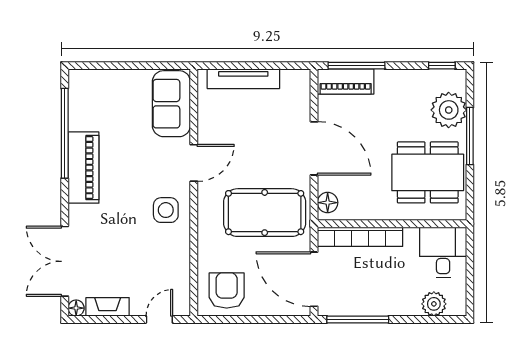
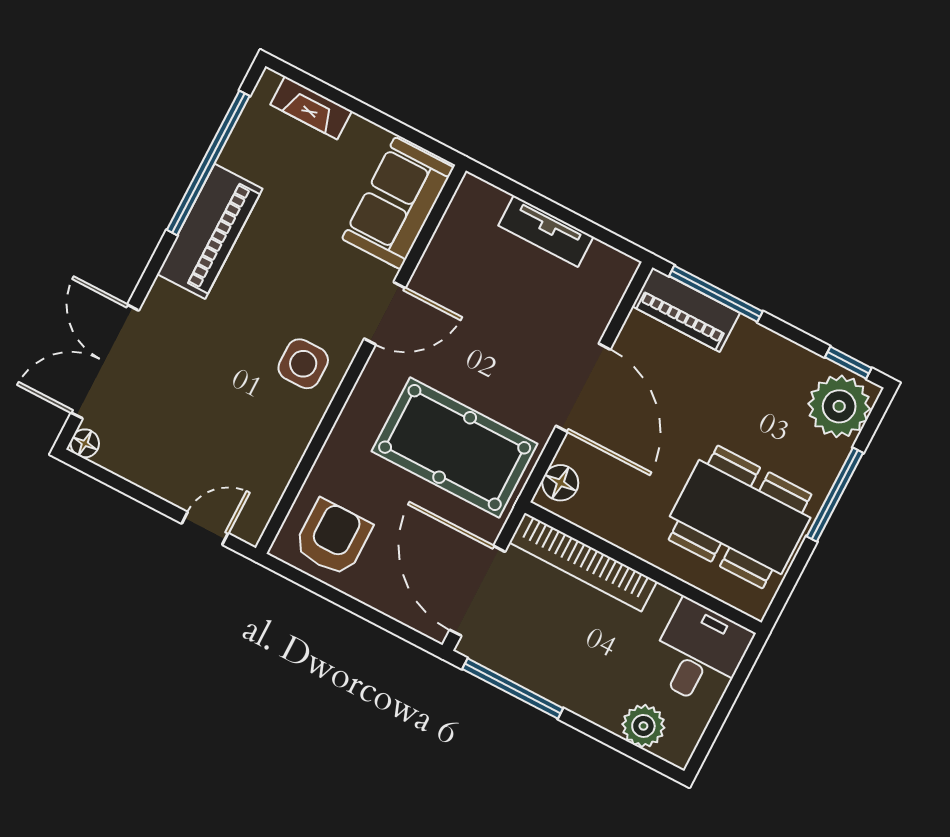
tv unit: (243, 79) -> (546, 231), width x0.71
plant: (449, 110) -> (839, 406), moved
fireplace: (108, 307) -> (311, 108), moved, turned 180

